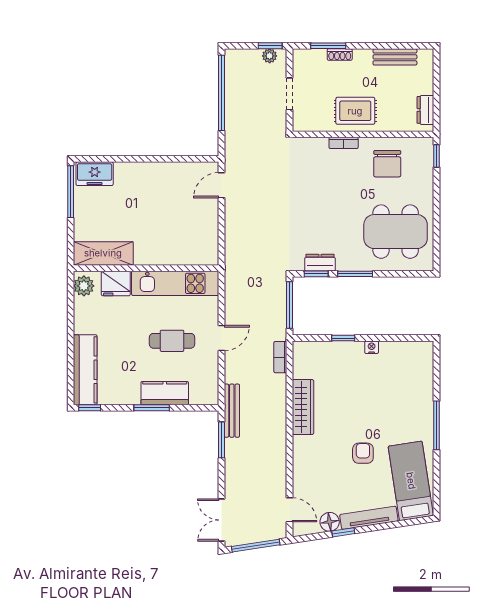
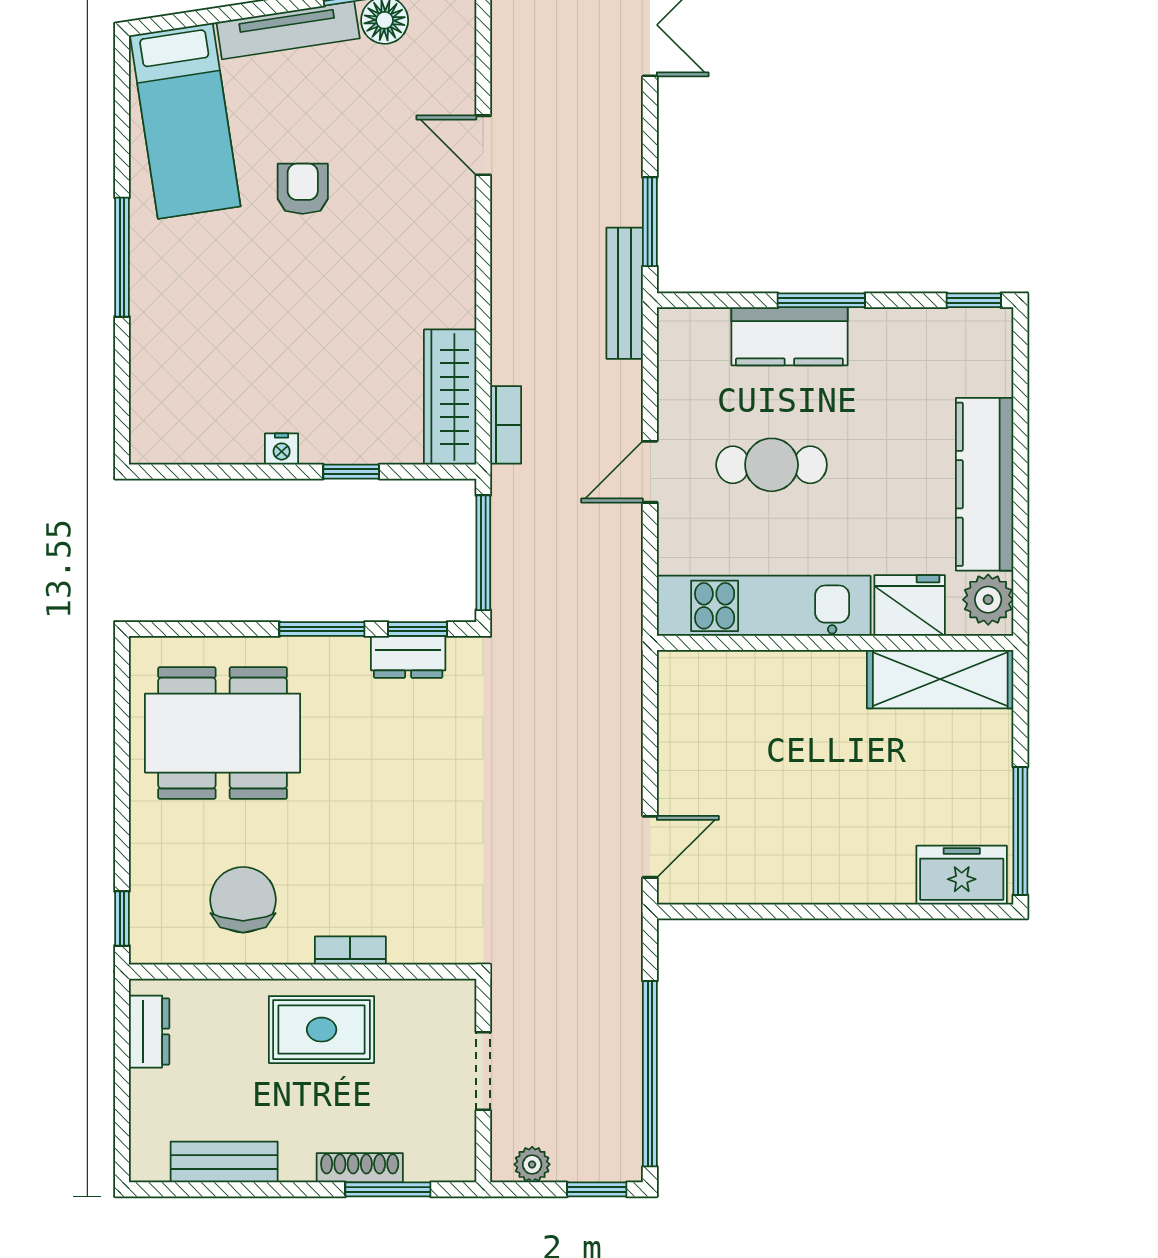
window: (270, 46) -> (597, 1189), moved
shoe rack: (340, 55) -> (360, 1168), width x1.43
kitchen counter: (85, 370) -> (985, 484), moved
wardrobe: (303, 407) -> (450, 397), moved
armchair: (363, 453) -> (303, 189), turned 180
door: (289, 510) -> (483, 145), moved

